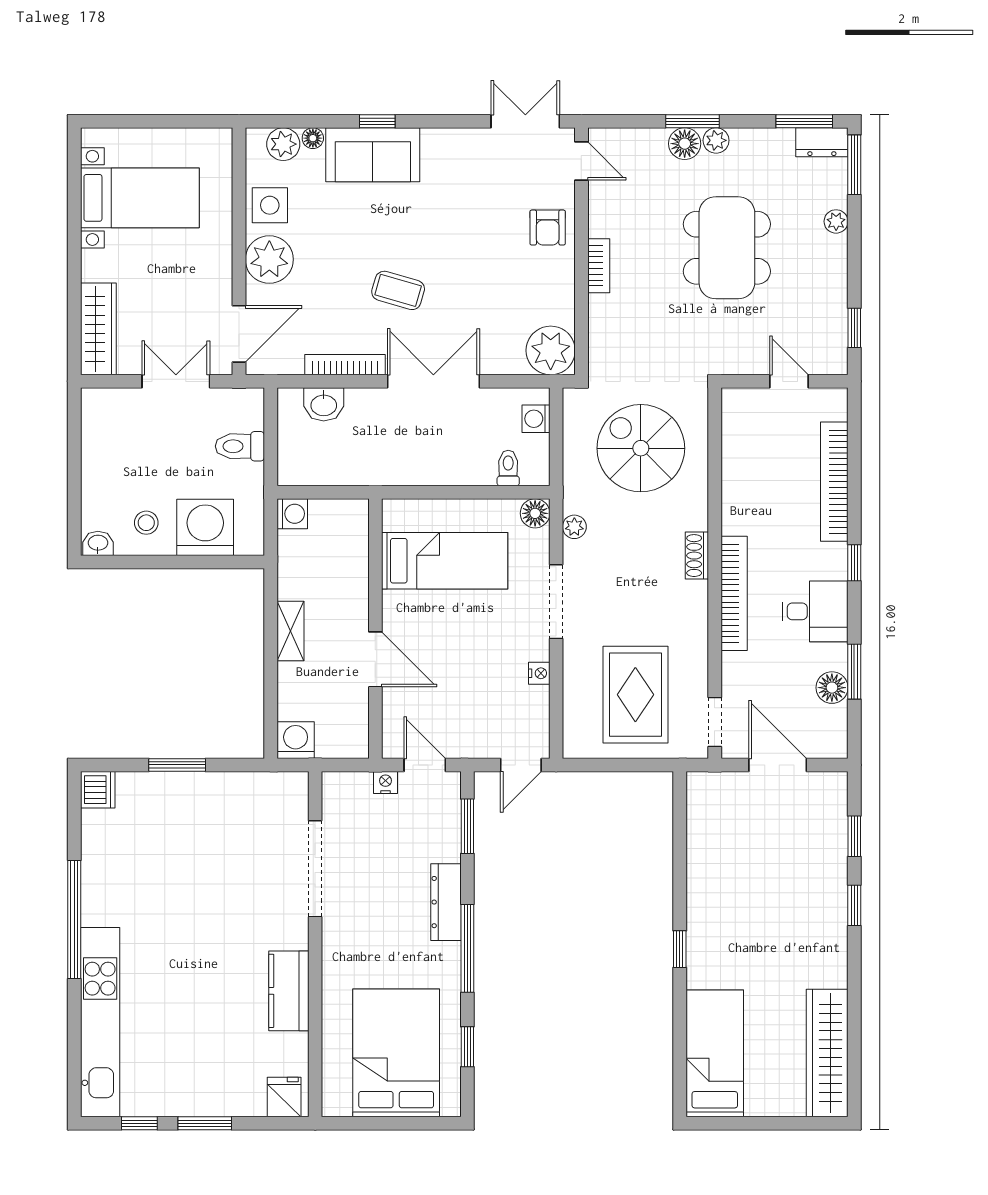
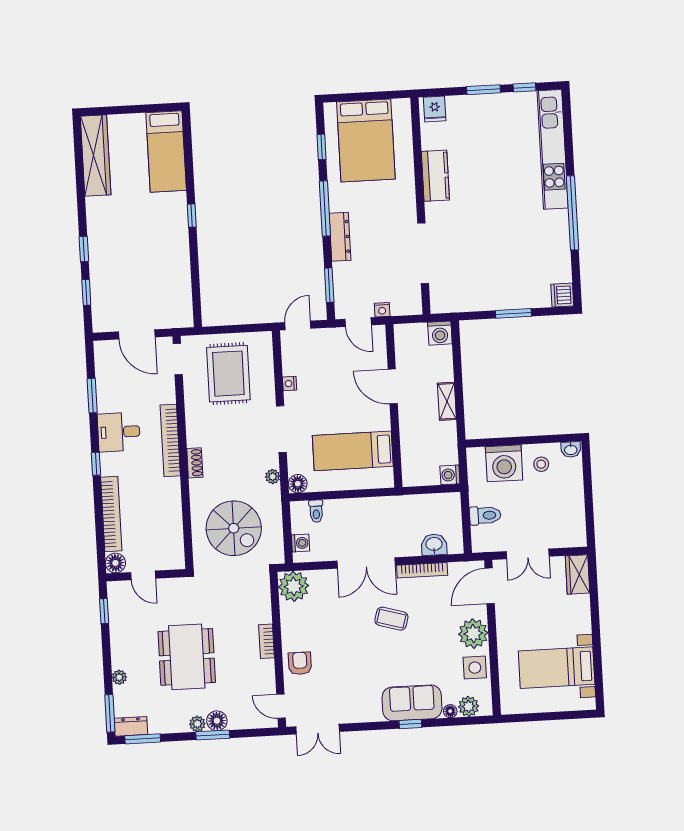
wardrobe: (98, 329) -> (577, 574), width x0.67
floor lamp: (832, 688) -> (115, 563), moved

